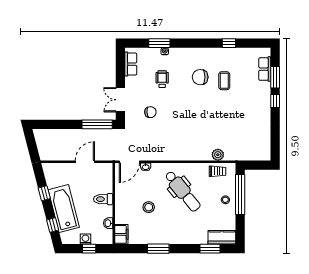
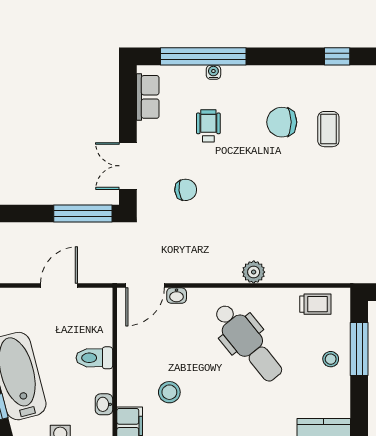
window: (159, 43) -> (203, 56), width x2.11
plant: (218, 155) -> (254, 272), moved
window: (240, 195) -> (359, 349), width x0.68
stool: (149, 207) -> (169, 392), moved

